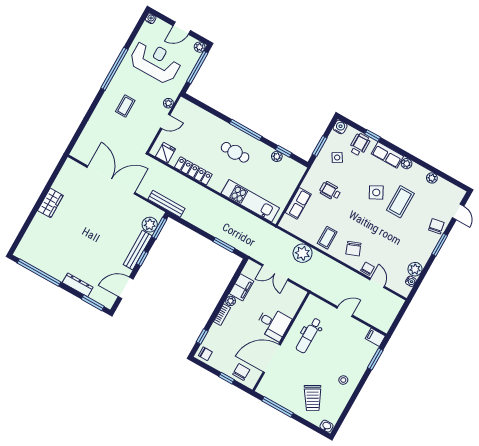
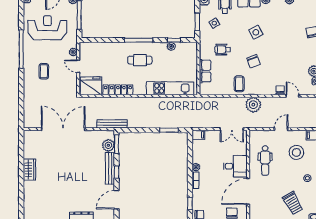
door: (165, 122) -> (78, 66), swing flipped
fridge: (166, 153) -> (91, 86), width x1.88, depth x1.34
coffee table: (400, 202) -> (277, 29), removed
chair: (353, 249) -> (253, 61), moved
plant: (303, 253) -> (253, 105), moved
double door: (275, 272) -> (232, 129), moved
filing cabinet: (241, 287) -> (198, 135), moved, width x0.50
stool: (347, 346) -> (296, 152), added

